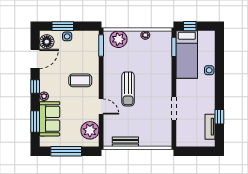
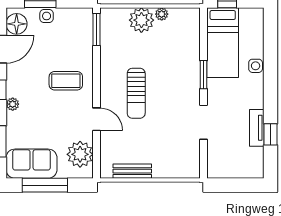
plant: (118, 39) -> (141, 20), moved
window: (174, 47) -> (204, 75), moved
sofa: (50, 119) -> (32, 164), moved, turned -90
tv unit: (210, 127) -> (257, 128), moved

